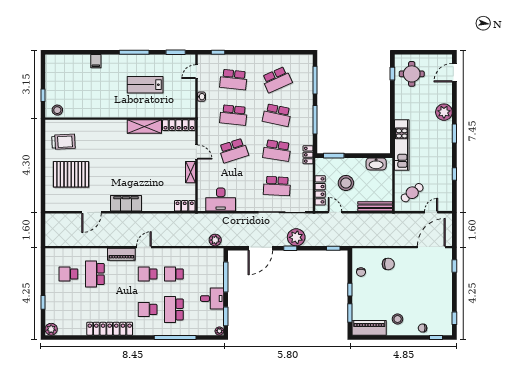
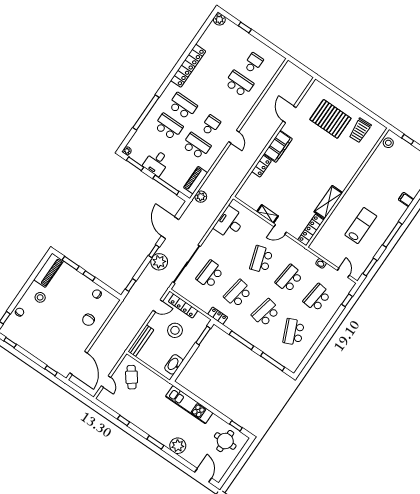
kitchen unit: (402, 145) -> (189, 405), moved
pallet: (71, 174) -> (330, 119), turned 90
locker: (185, 206) -> (261, 166), moved
piano: (121, 254) -> (196, 180), moved
school desk: (174, 274) -> (196, 146), width x1.85
school desk: (148, 309) -> (183, 106), width x1.85

